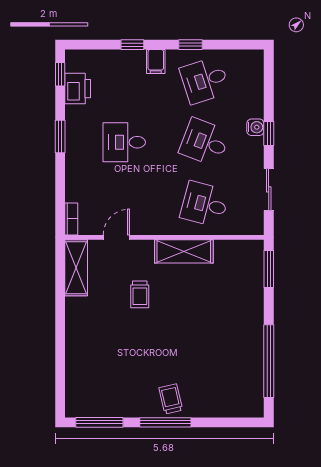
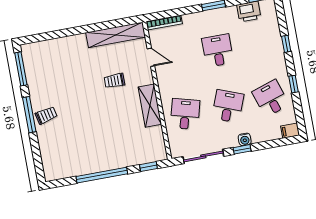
filing cabinet: (156, 62) -> (290, 131), moved
sliding door: (269, 189) -> (203, 156), width x1.37
bookcase: (71, 219) -> (164, 23), width x1.56
shelving: (76, 268) -> (116, 35), width x1.47
window: (269, 269) -> (148, 167), width x0.67
window: (269, 361) -> (102, 175), moved

